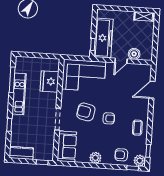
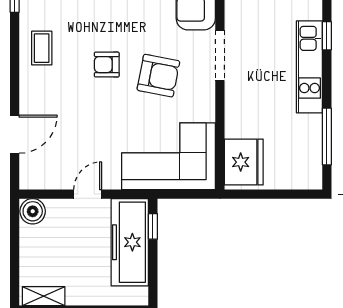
boiler: (134, 54) -> (33, 211), moved
fridge: (49, 81) -> (244, 162), moved
kitchen unit: (19, 94) -> (309, 67), moved

